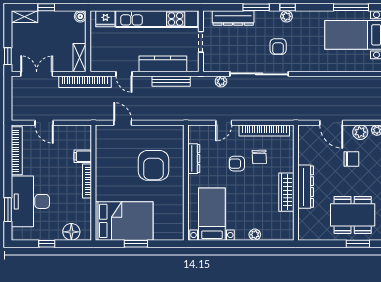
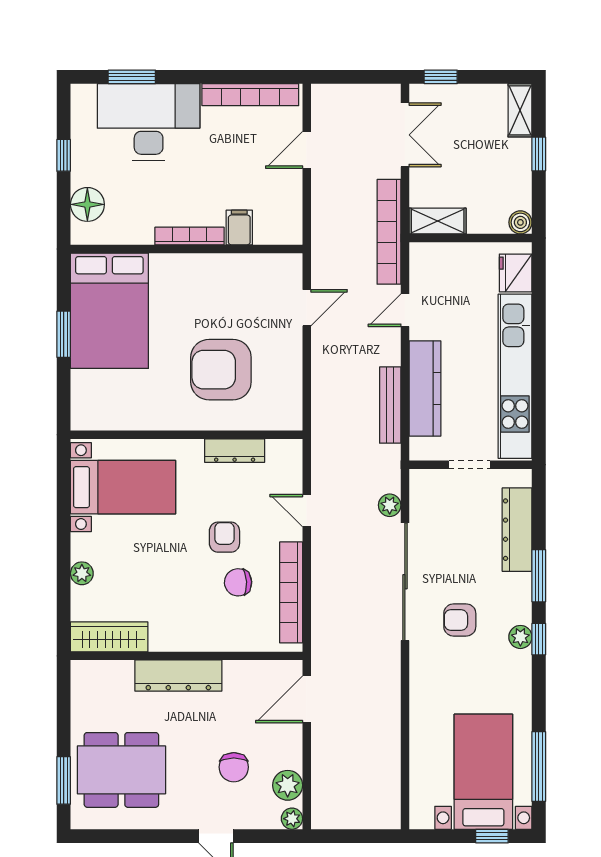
door: (331, 123) -> (307, 699), moved
wardrobe: (286, 192) -> (109, 637), moved
dining table: (353, 215) -> (121, 770), turned 90

